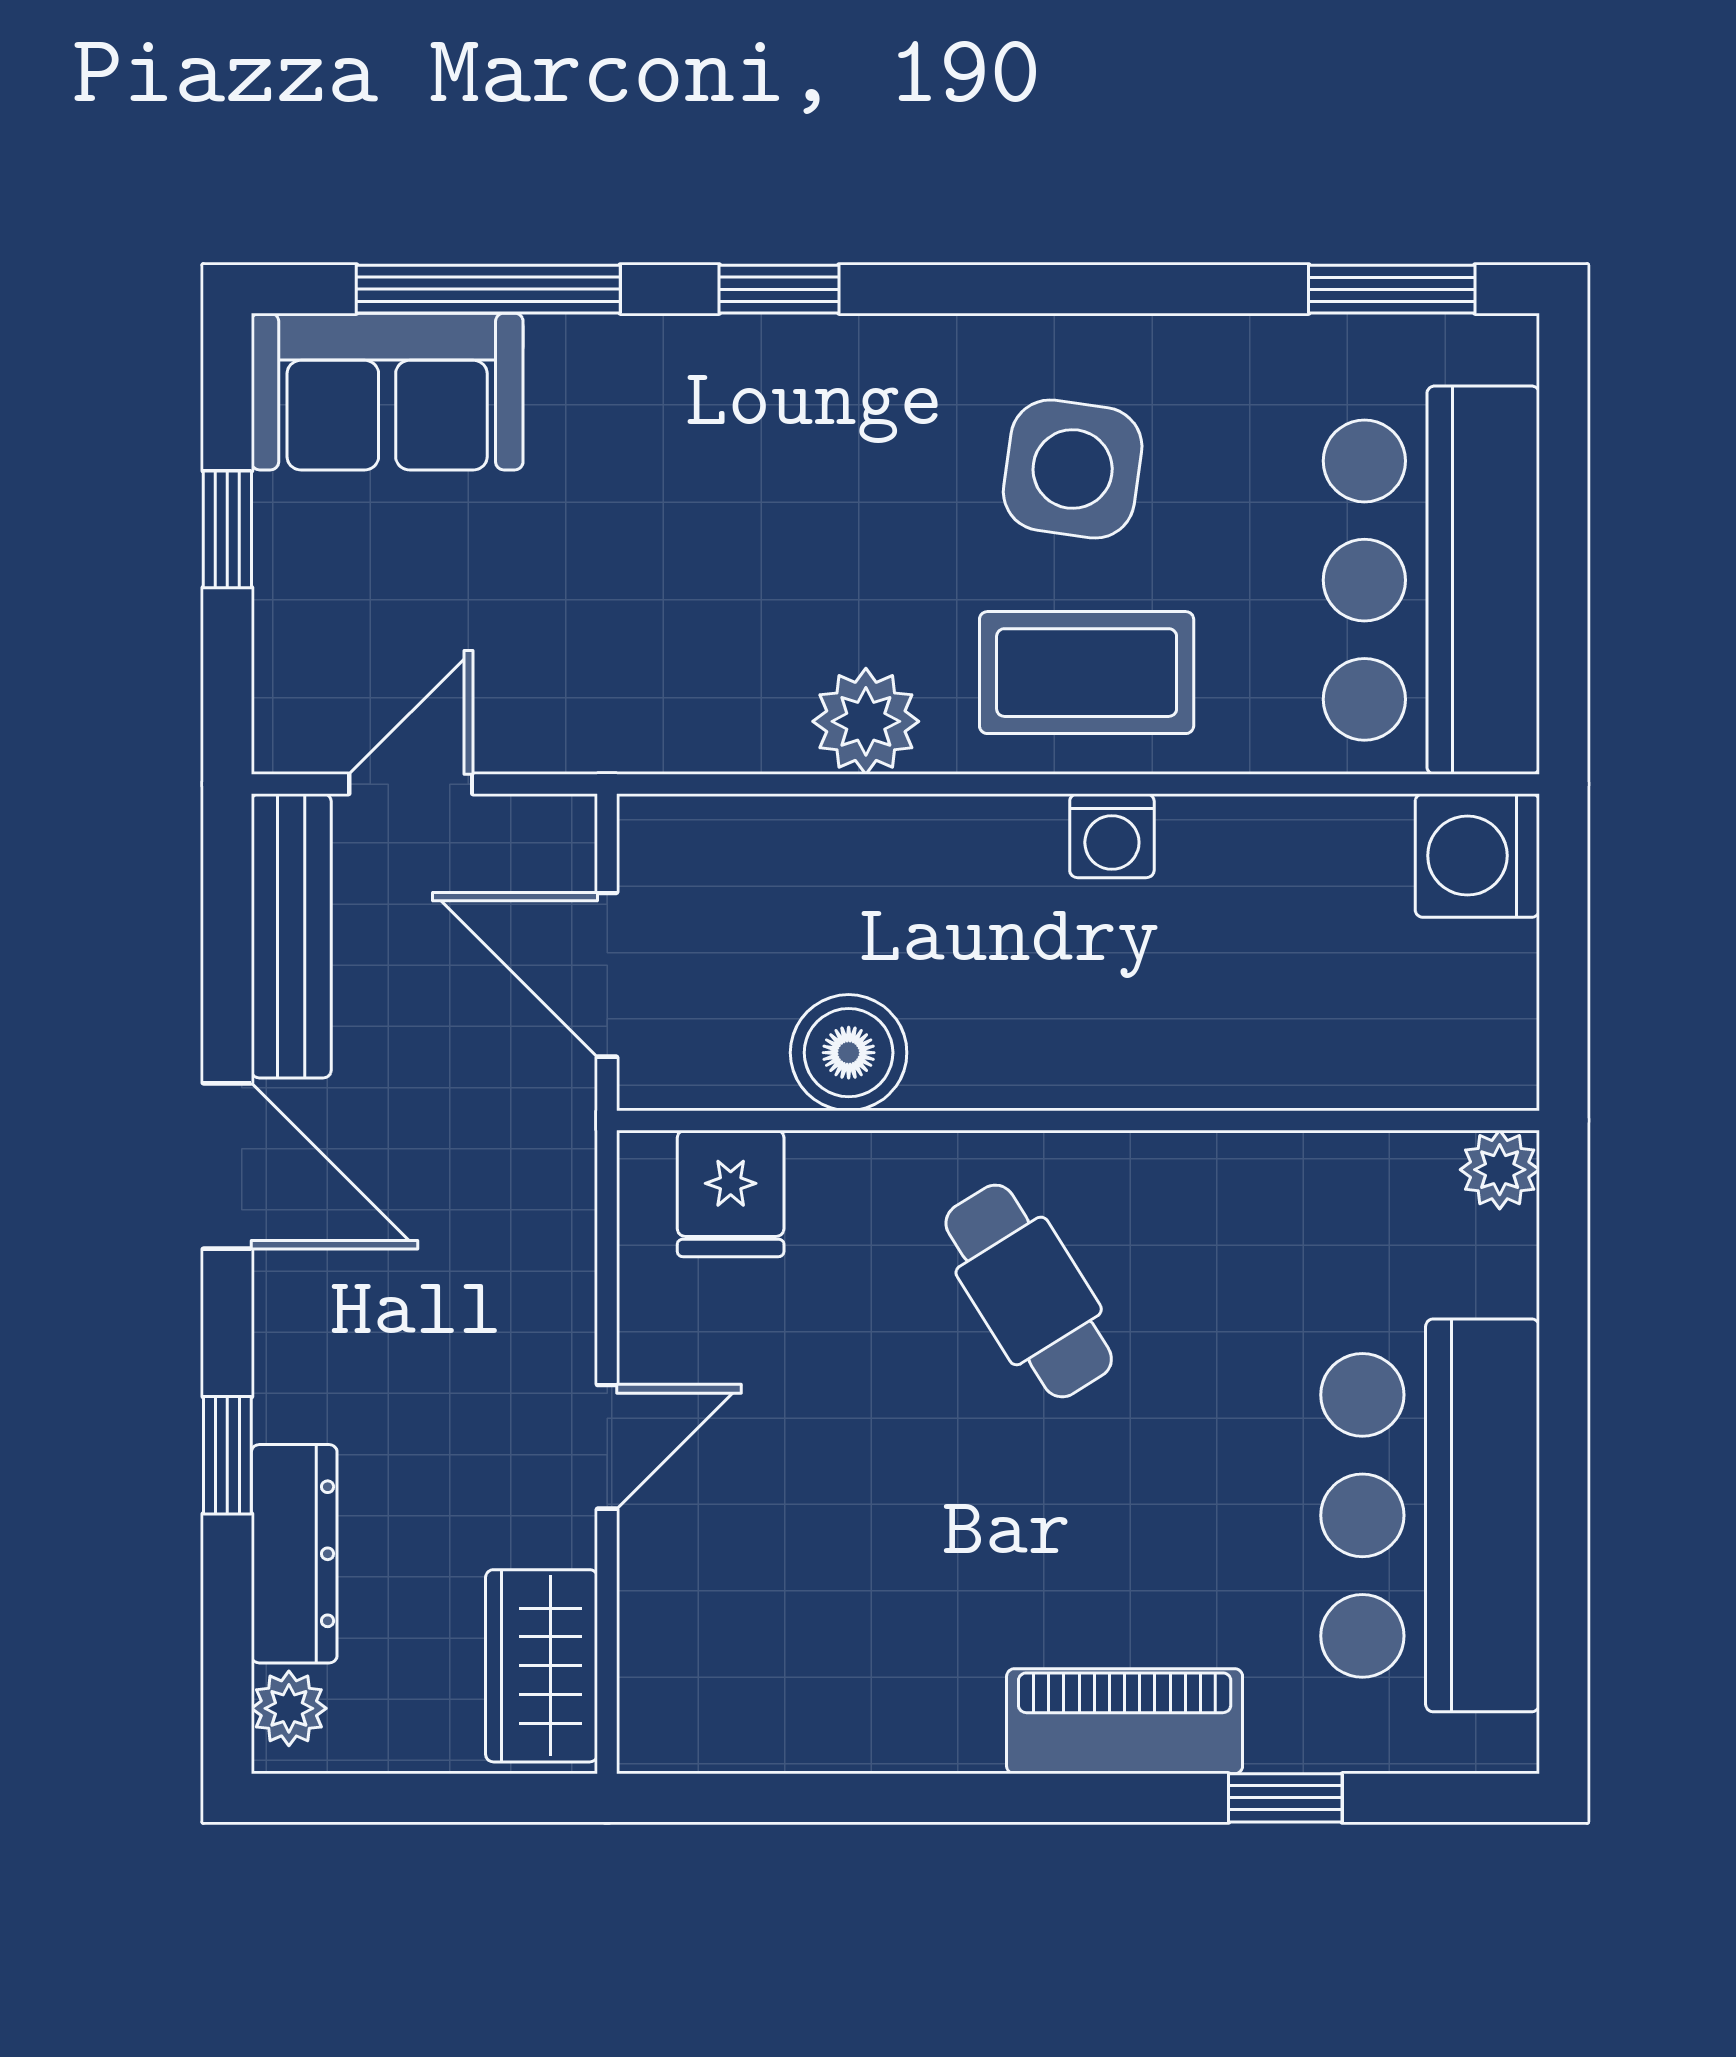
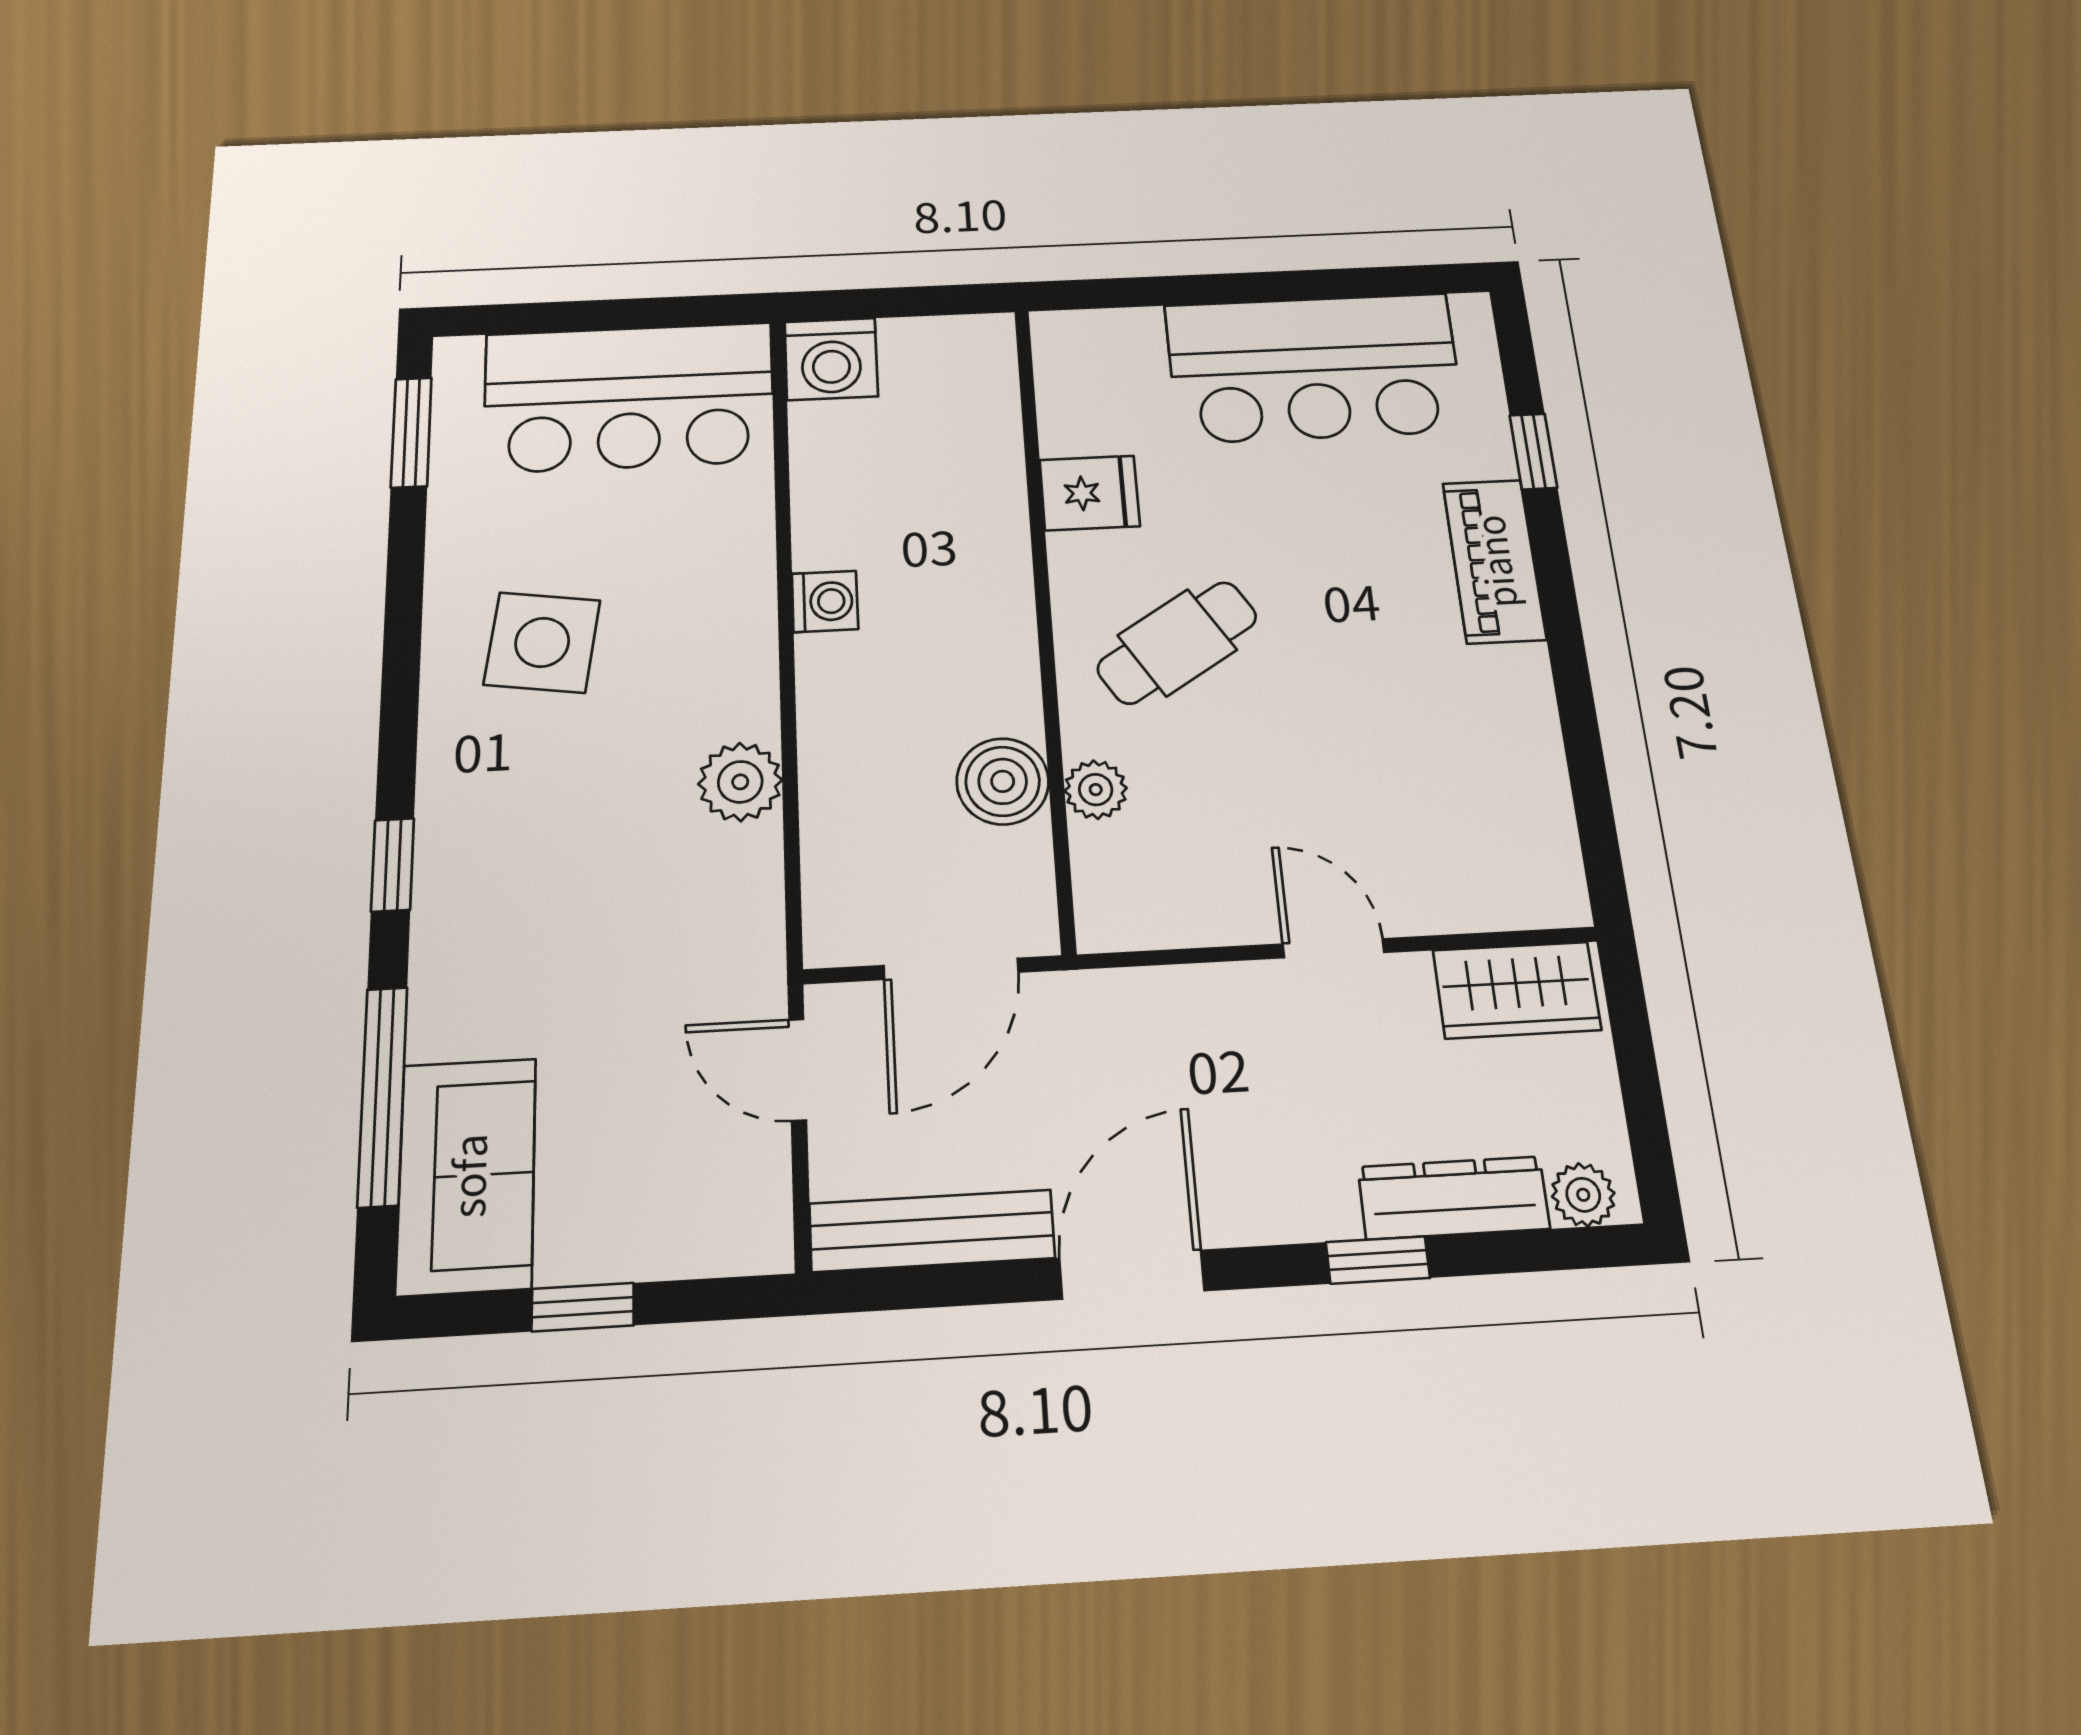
coffee table: (1087, 673) -> (700, 625), removed
door: (411, 784) -> (798, 1070), moved
plant: (1500, 1170) -> (1096, 790), moved
fridge: (731, 1193) -> (1090, 493), moved

